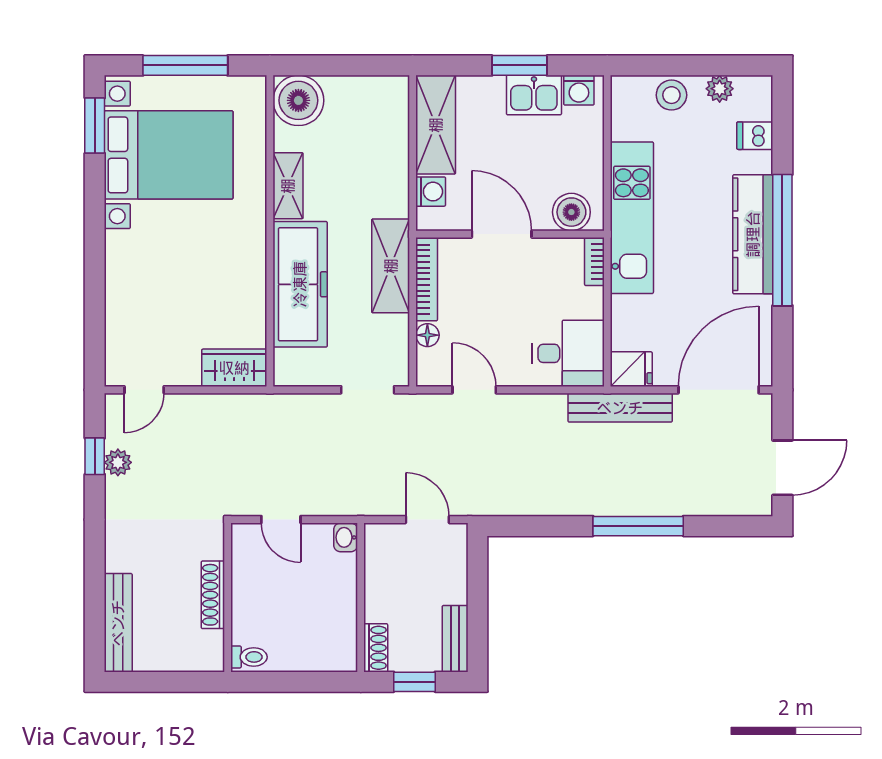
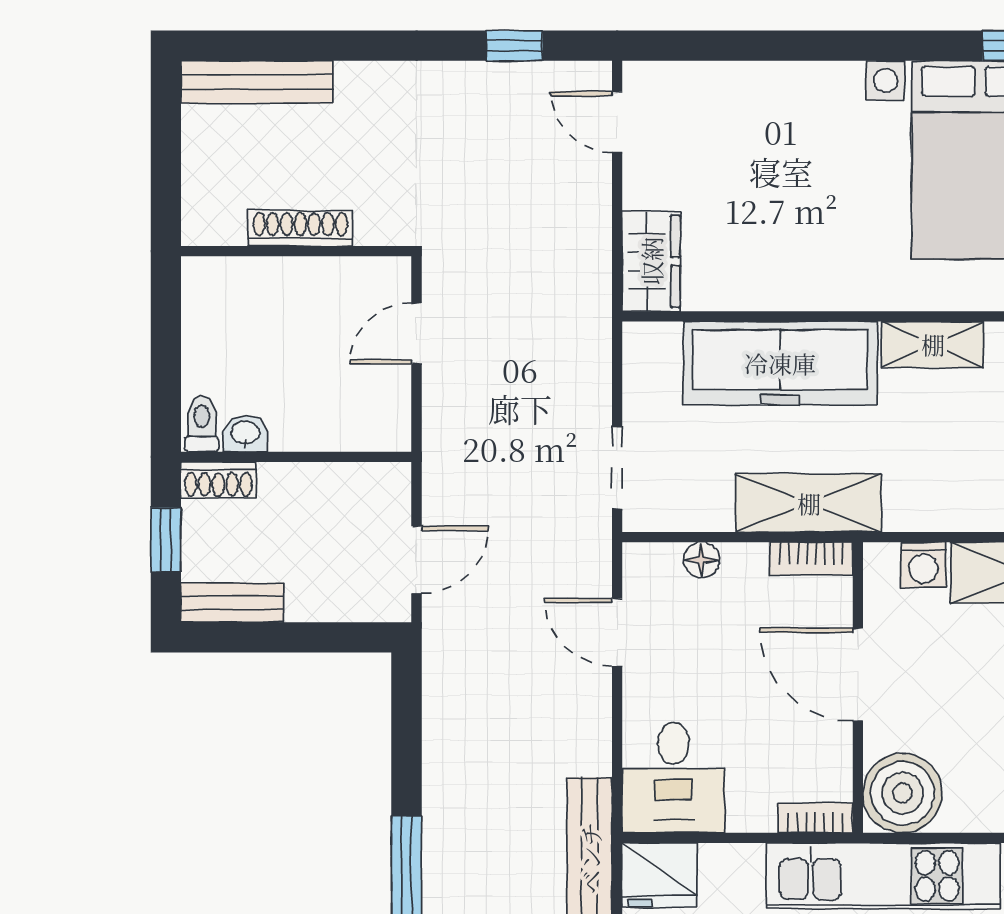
boiler: (571, 212) -> (903, 793), width x1.37, depth x1.37
door: (502, 234) -> (858, 675), swing flipped
bookcase: (427, 279) -> (811, 559), width x0.64
fridge: (631, 369) -> (659, 875), width x1.38
door: (474, 390) -> (617, 632), swing flipped
plant: (118, 462) -> (505, 82), removed
washbasin: (346, 537) -> (245, 434), moved
toilet: (249, 657) -> (202, 424), moved, turned 180

